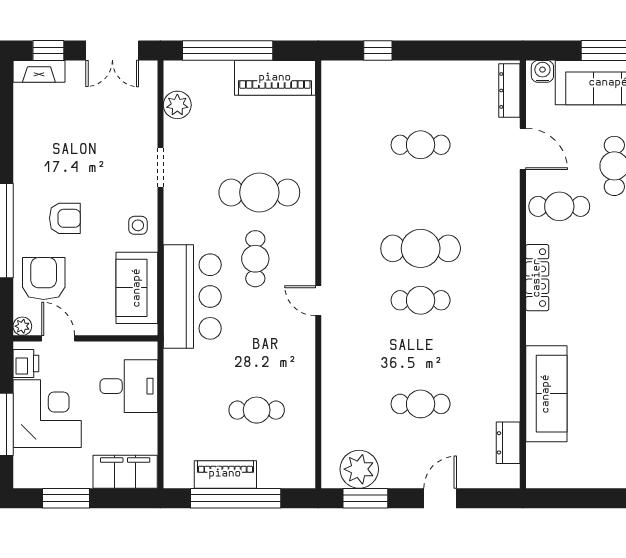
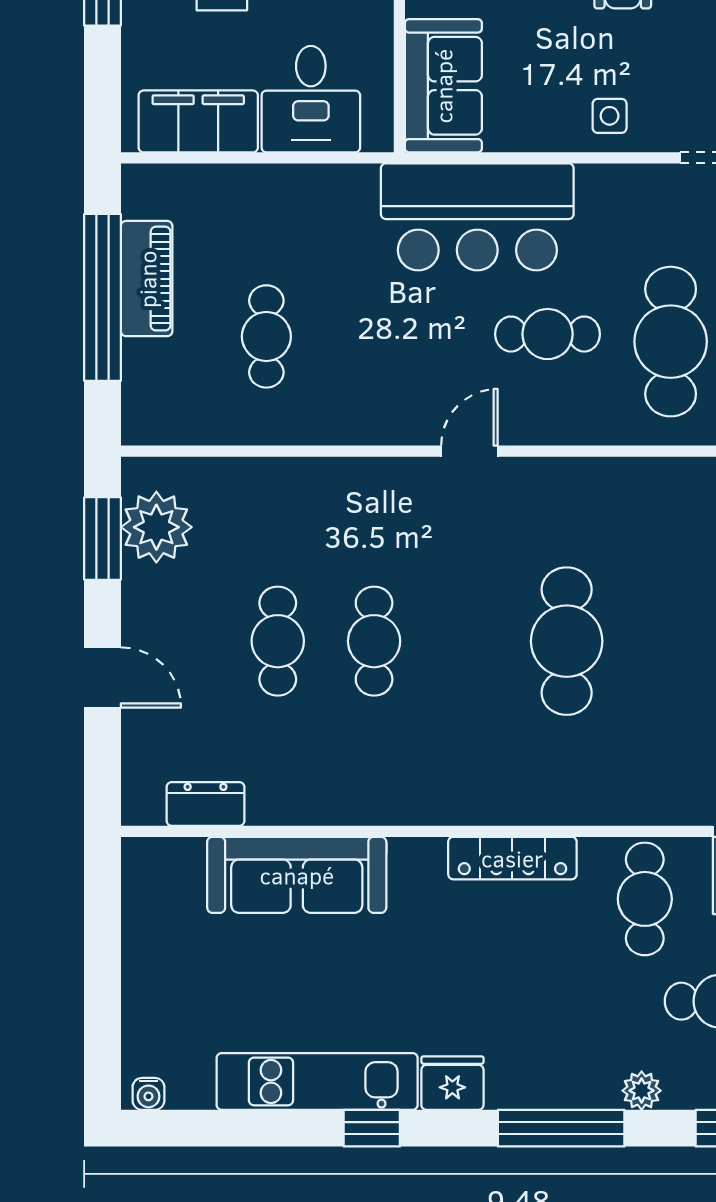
sofa: (137, 288) -> (443, 86), moved, turned 90
cafe table: (421, 300) -> (374, 641), moved
filing cabinet: (125, 472) -> (198, 121), moved, turned -90

